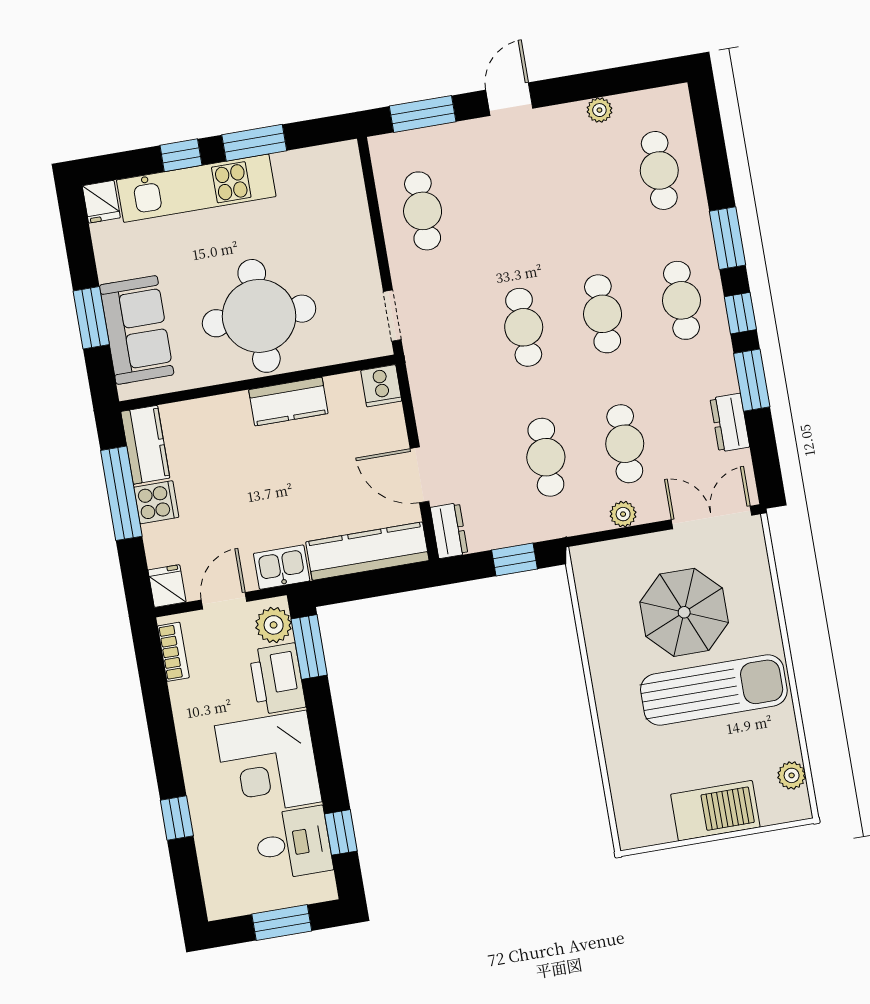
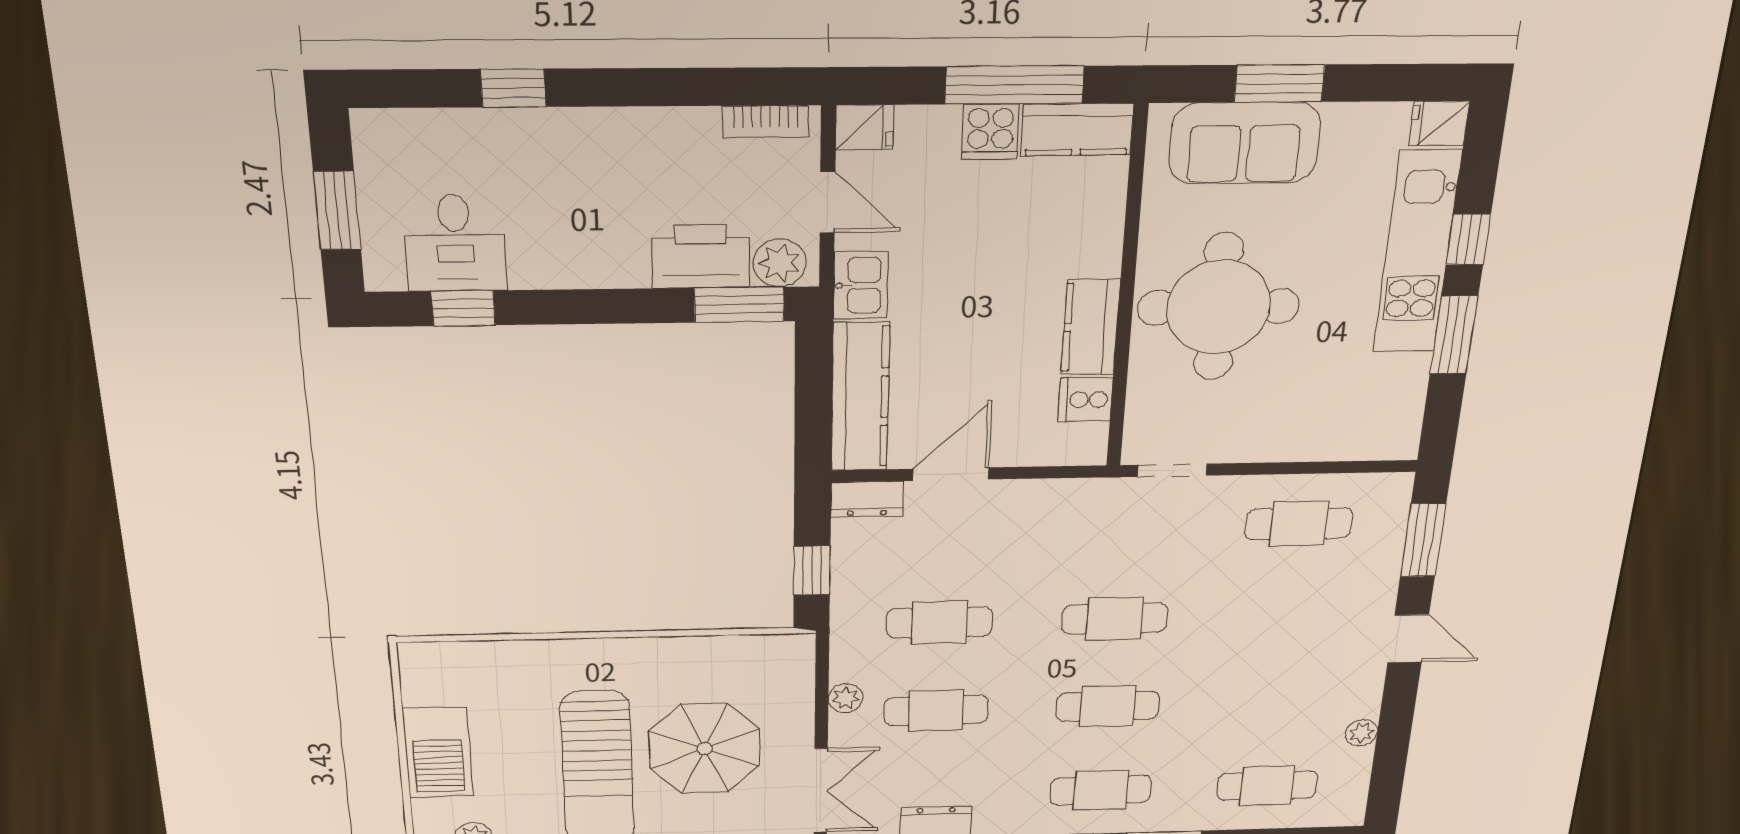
cooker: (381, 386) -> (1085, 400), moved
corner desk: (268, 764) -> (578, 227), removed

